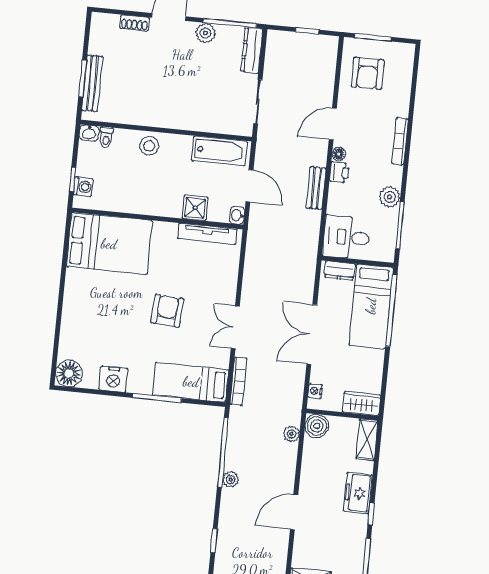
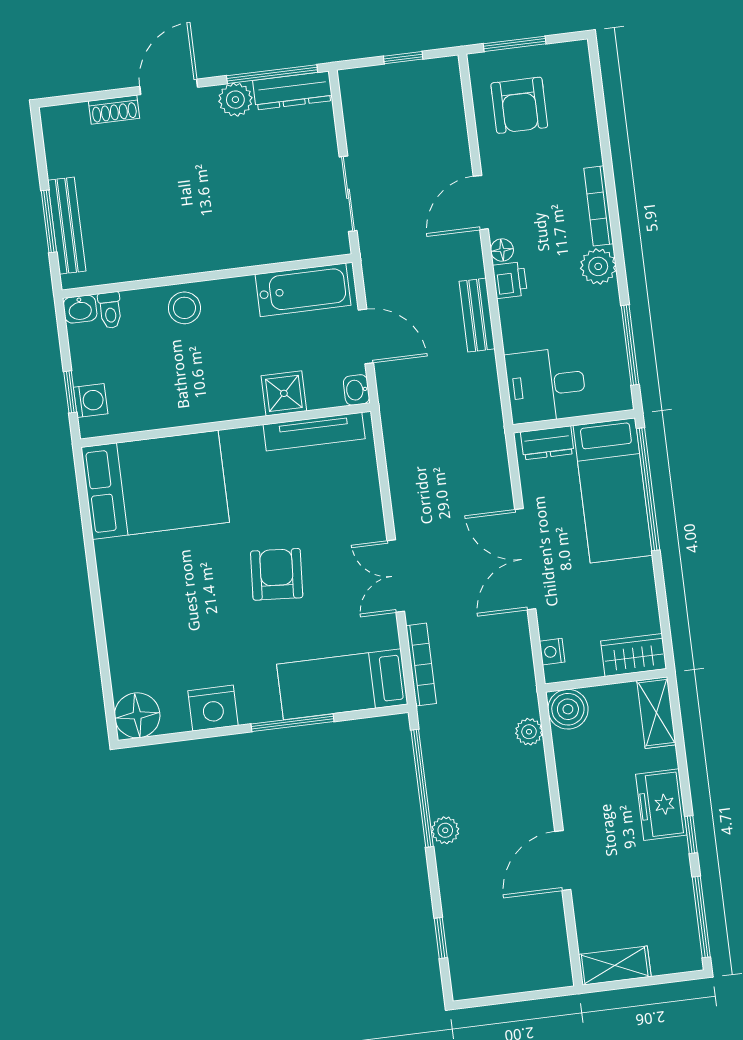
dresser: (252, 50) -> (293, 91), moved, turned -90
plant: (390, 197) -> (598, 266), moved

